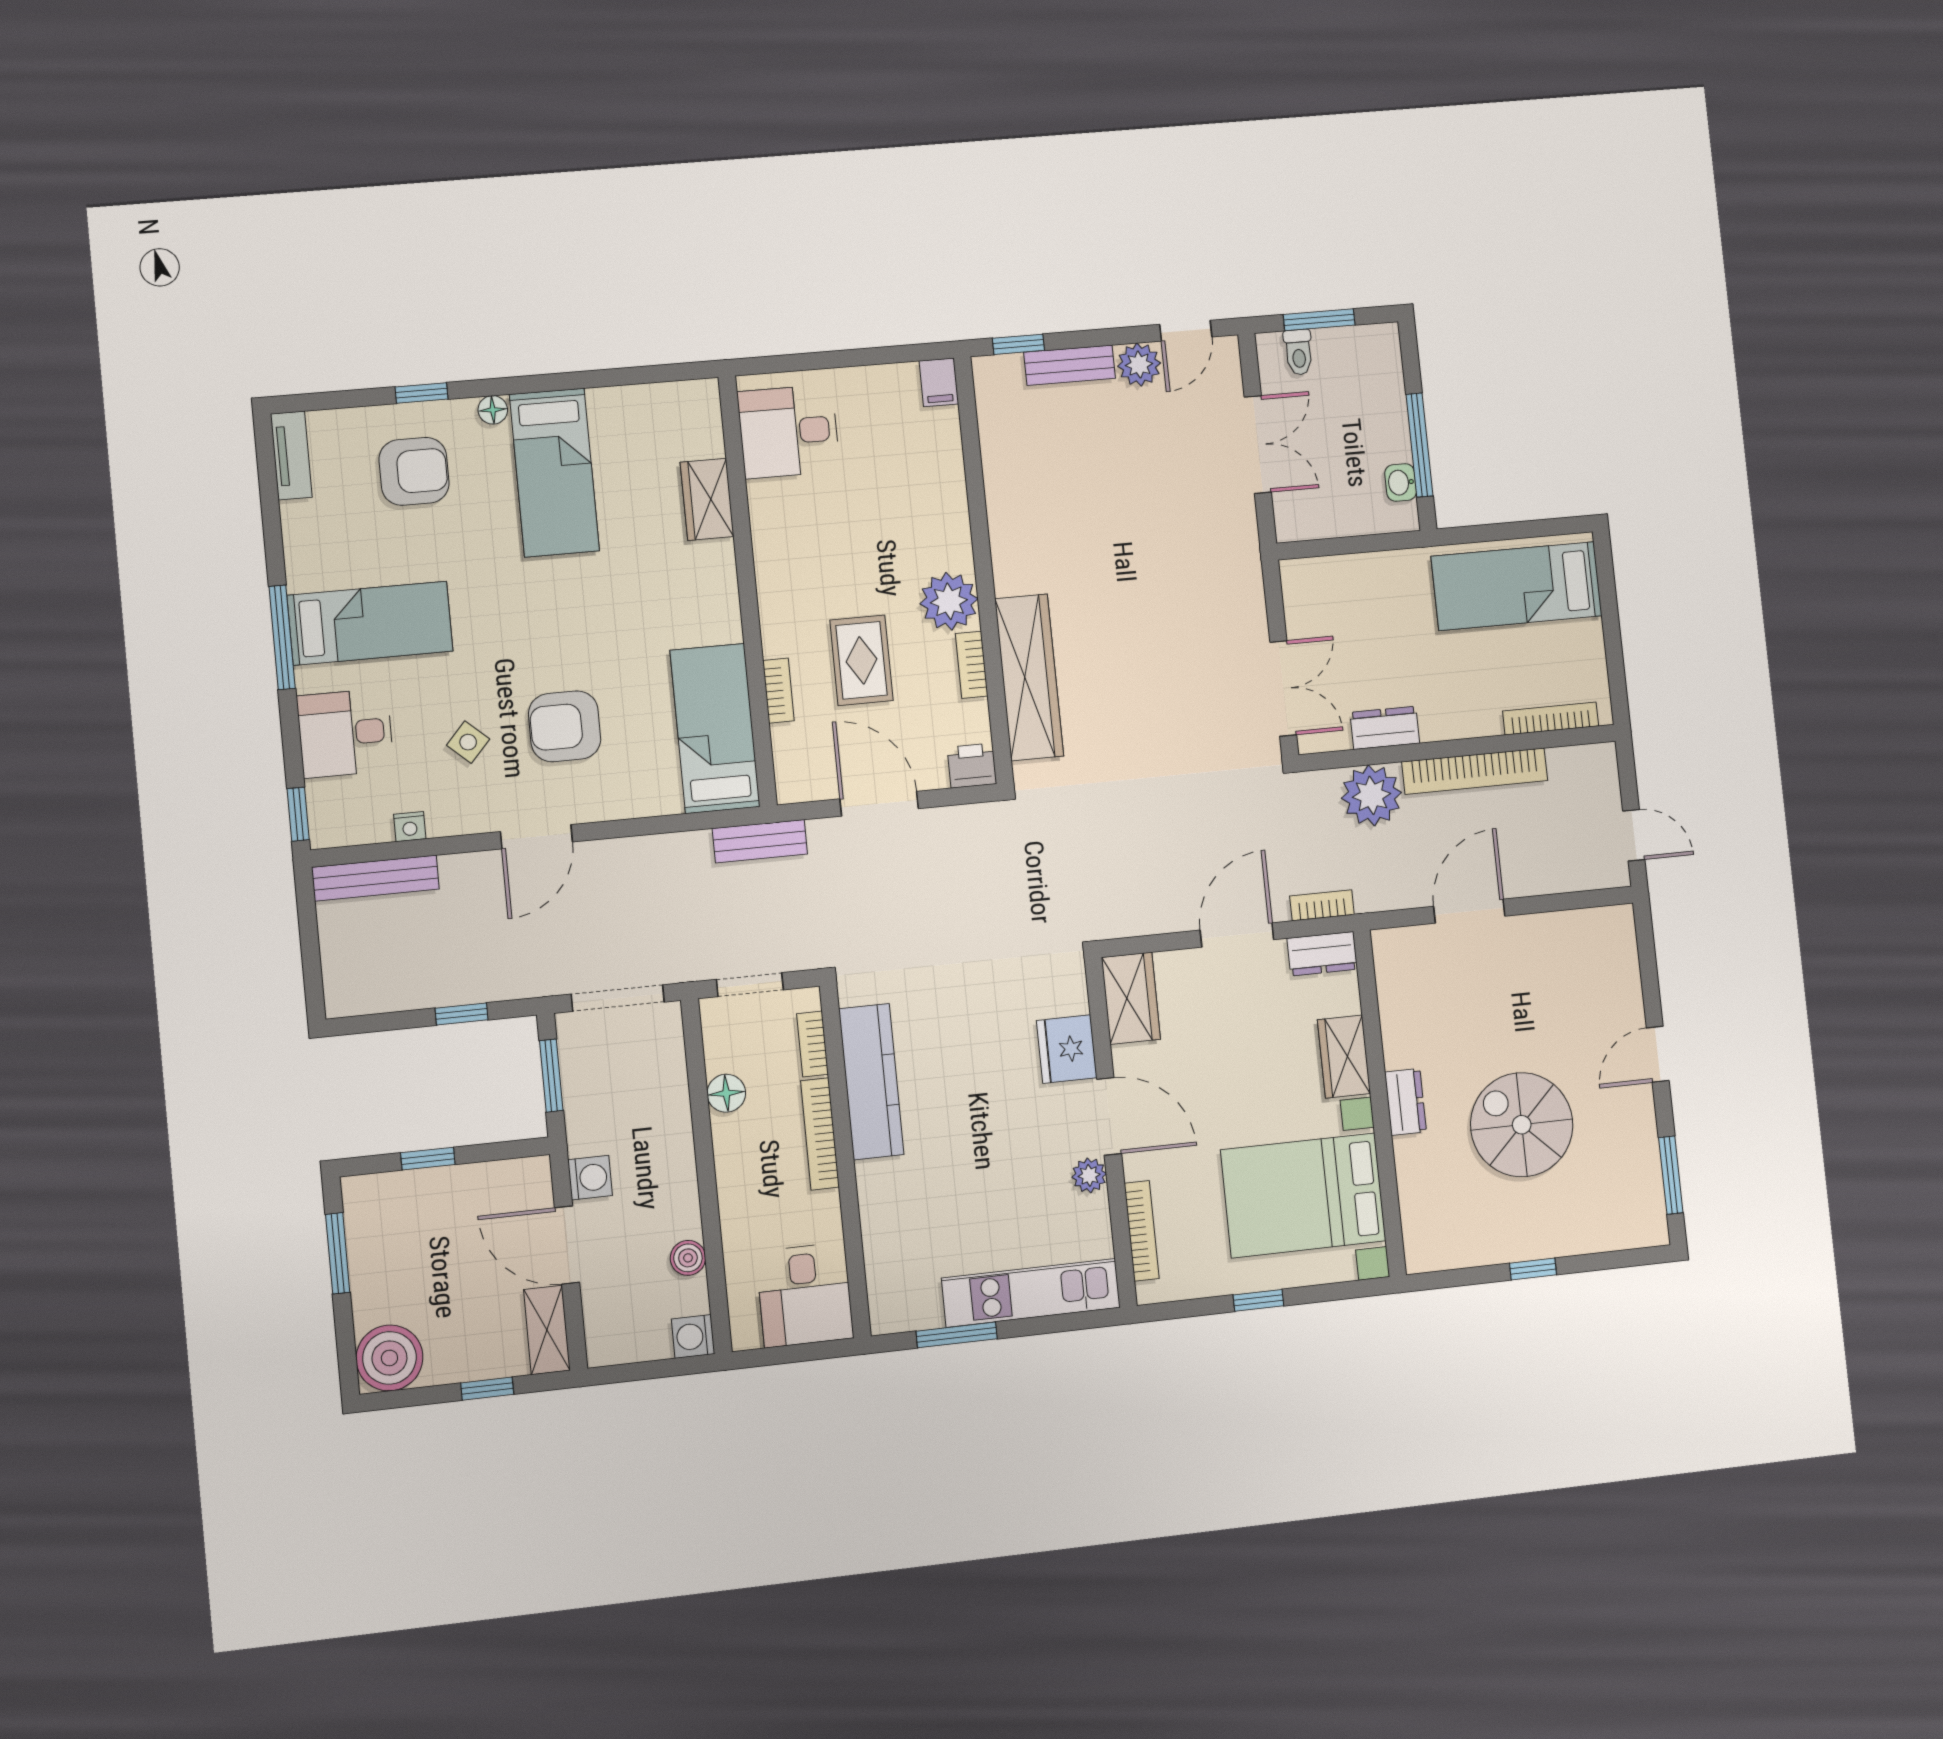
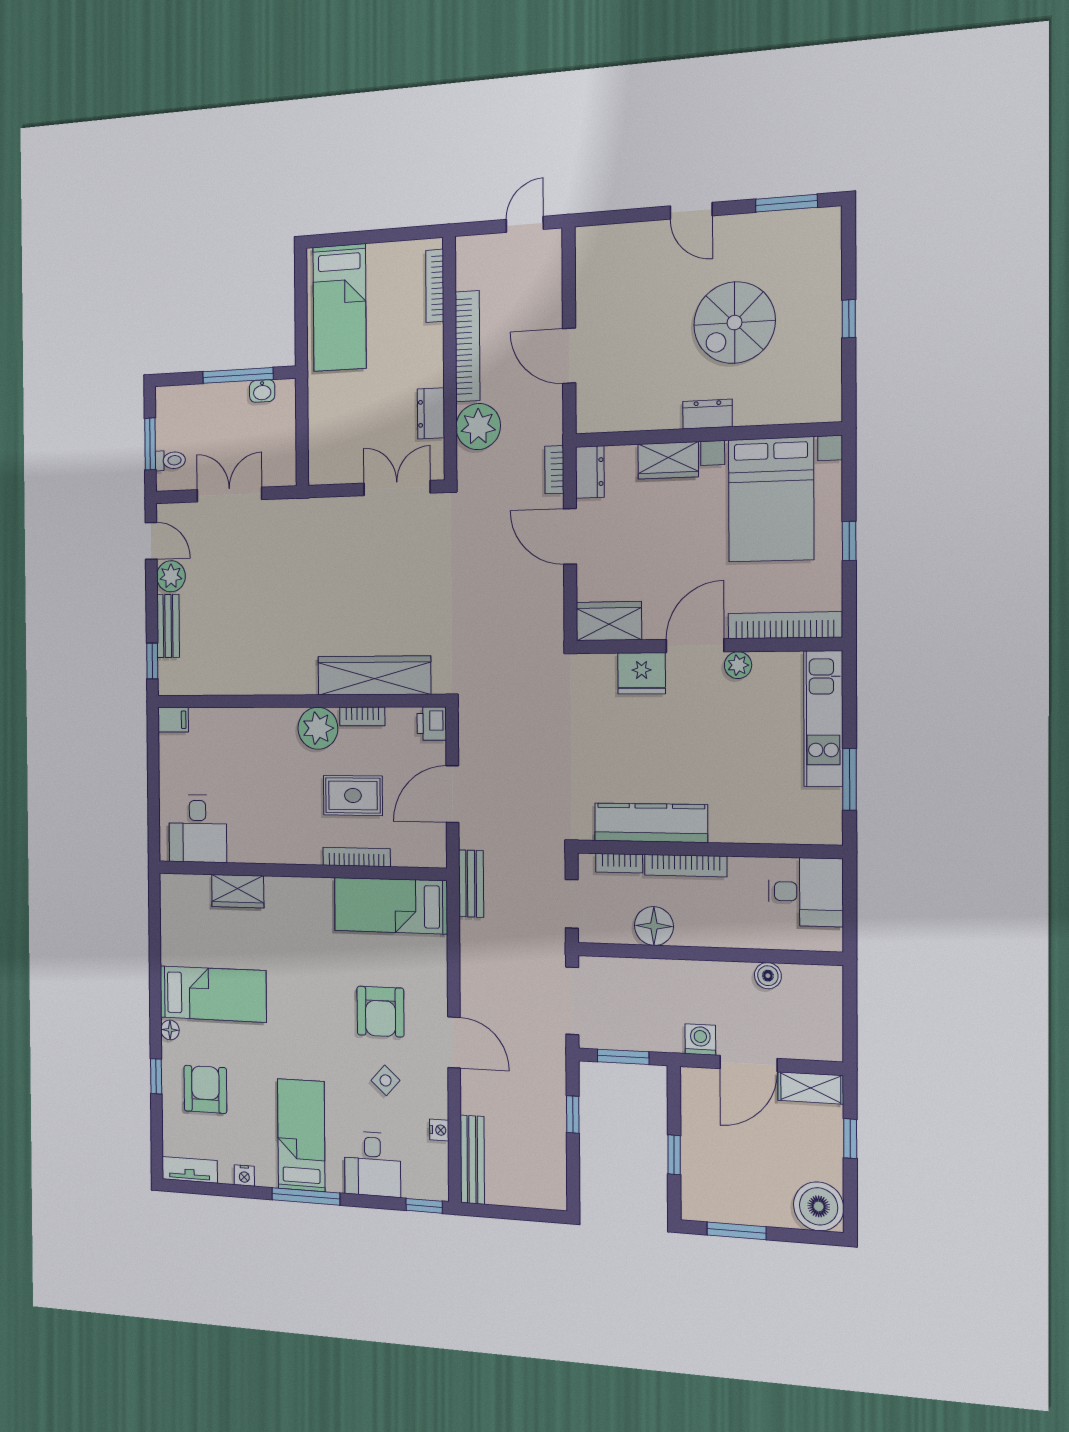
nightstand: (297, 541) -> (244, 1175), added
bookcase: (778, 691) -> (357, 857), width x1.56
floor lamp: (726, 1093) -> (654, 926), width x1.38, depth x1.38
bookcase: (1142, 1231) -> (785, 625), width x1.48, depth x1.31
washing machine: (693, 1336) -> (828, 980), removed

